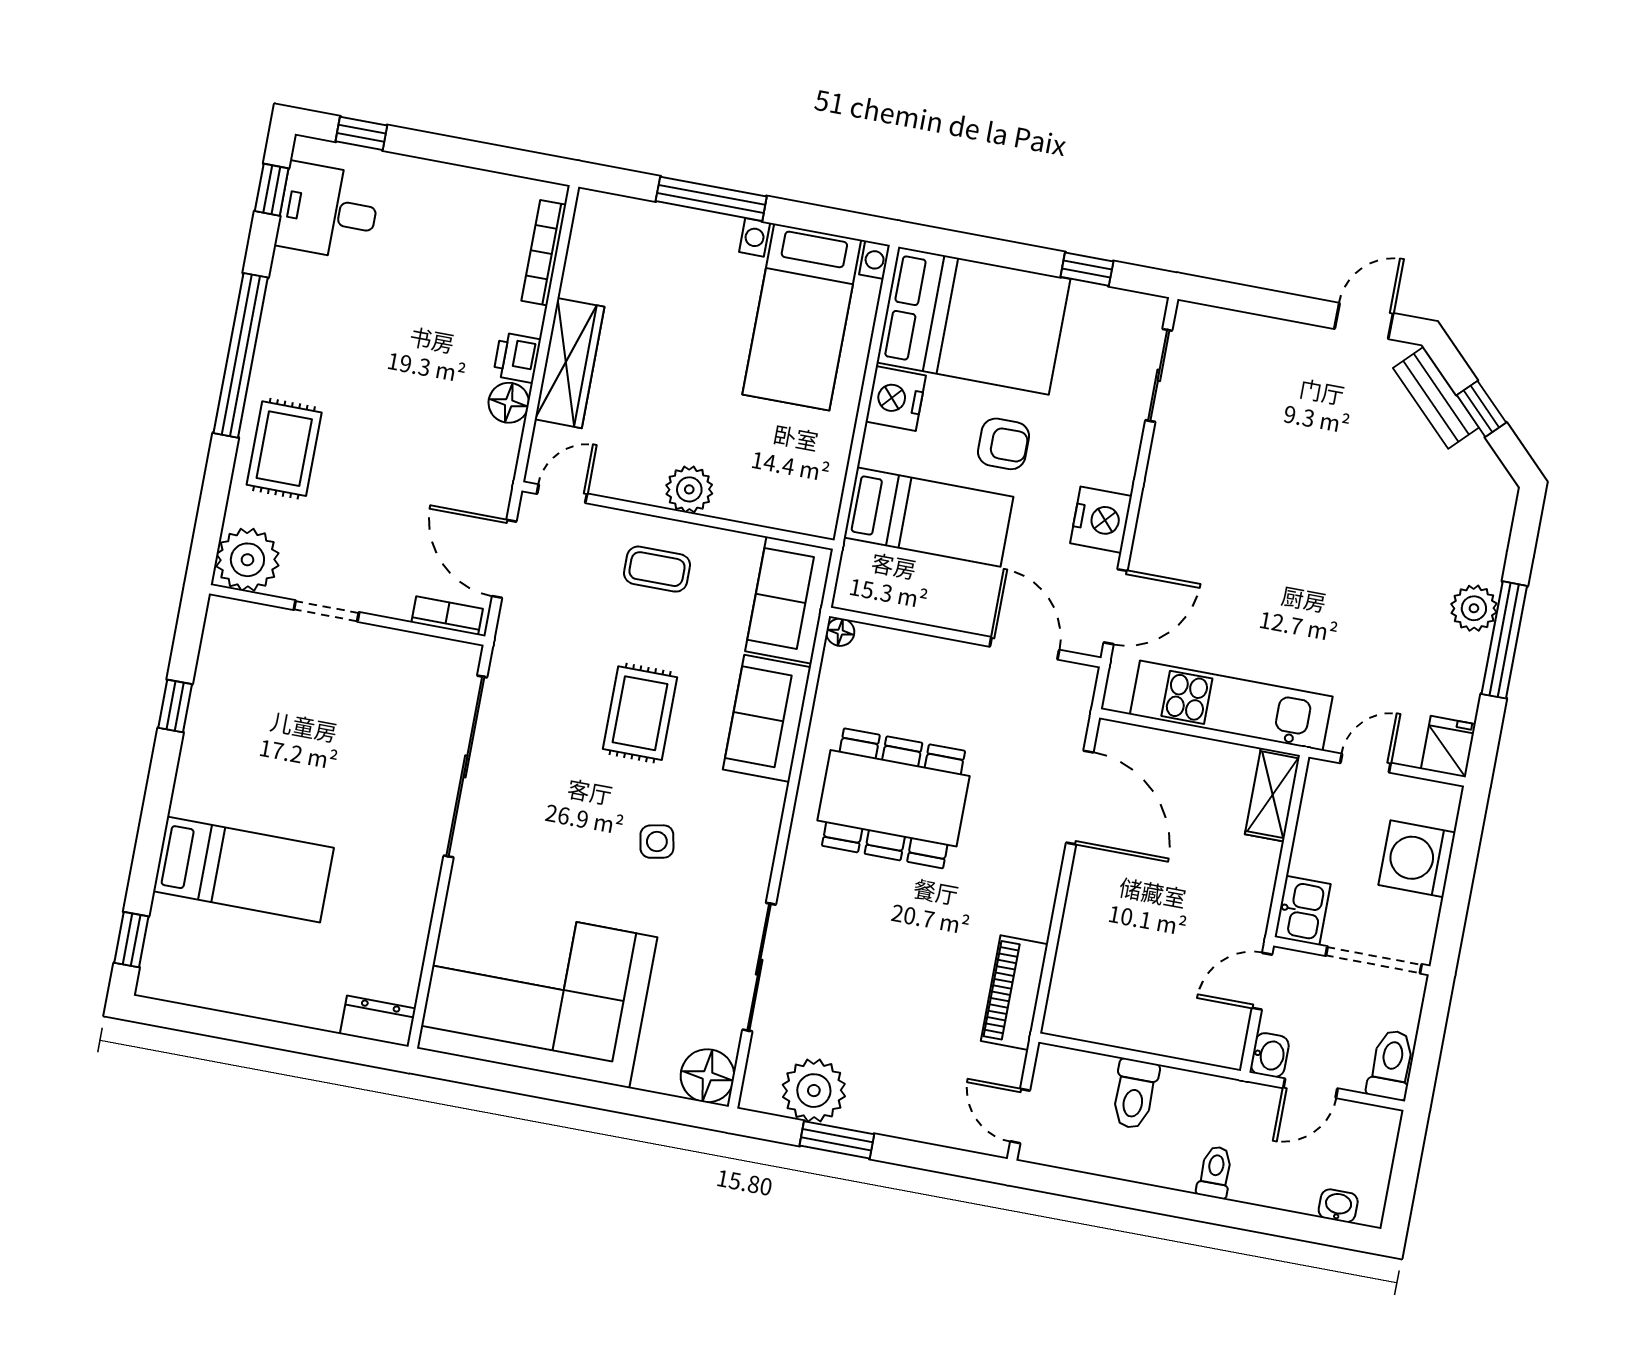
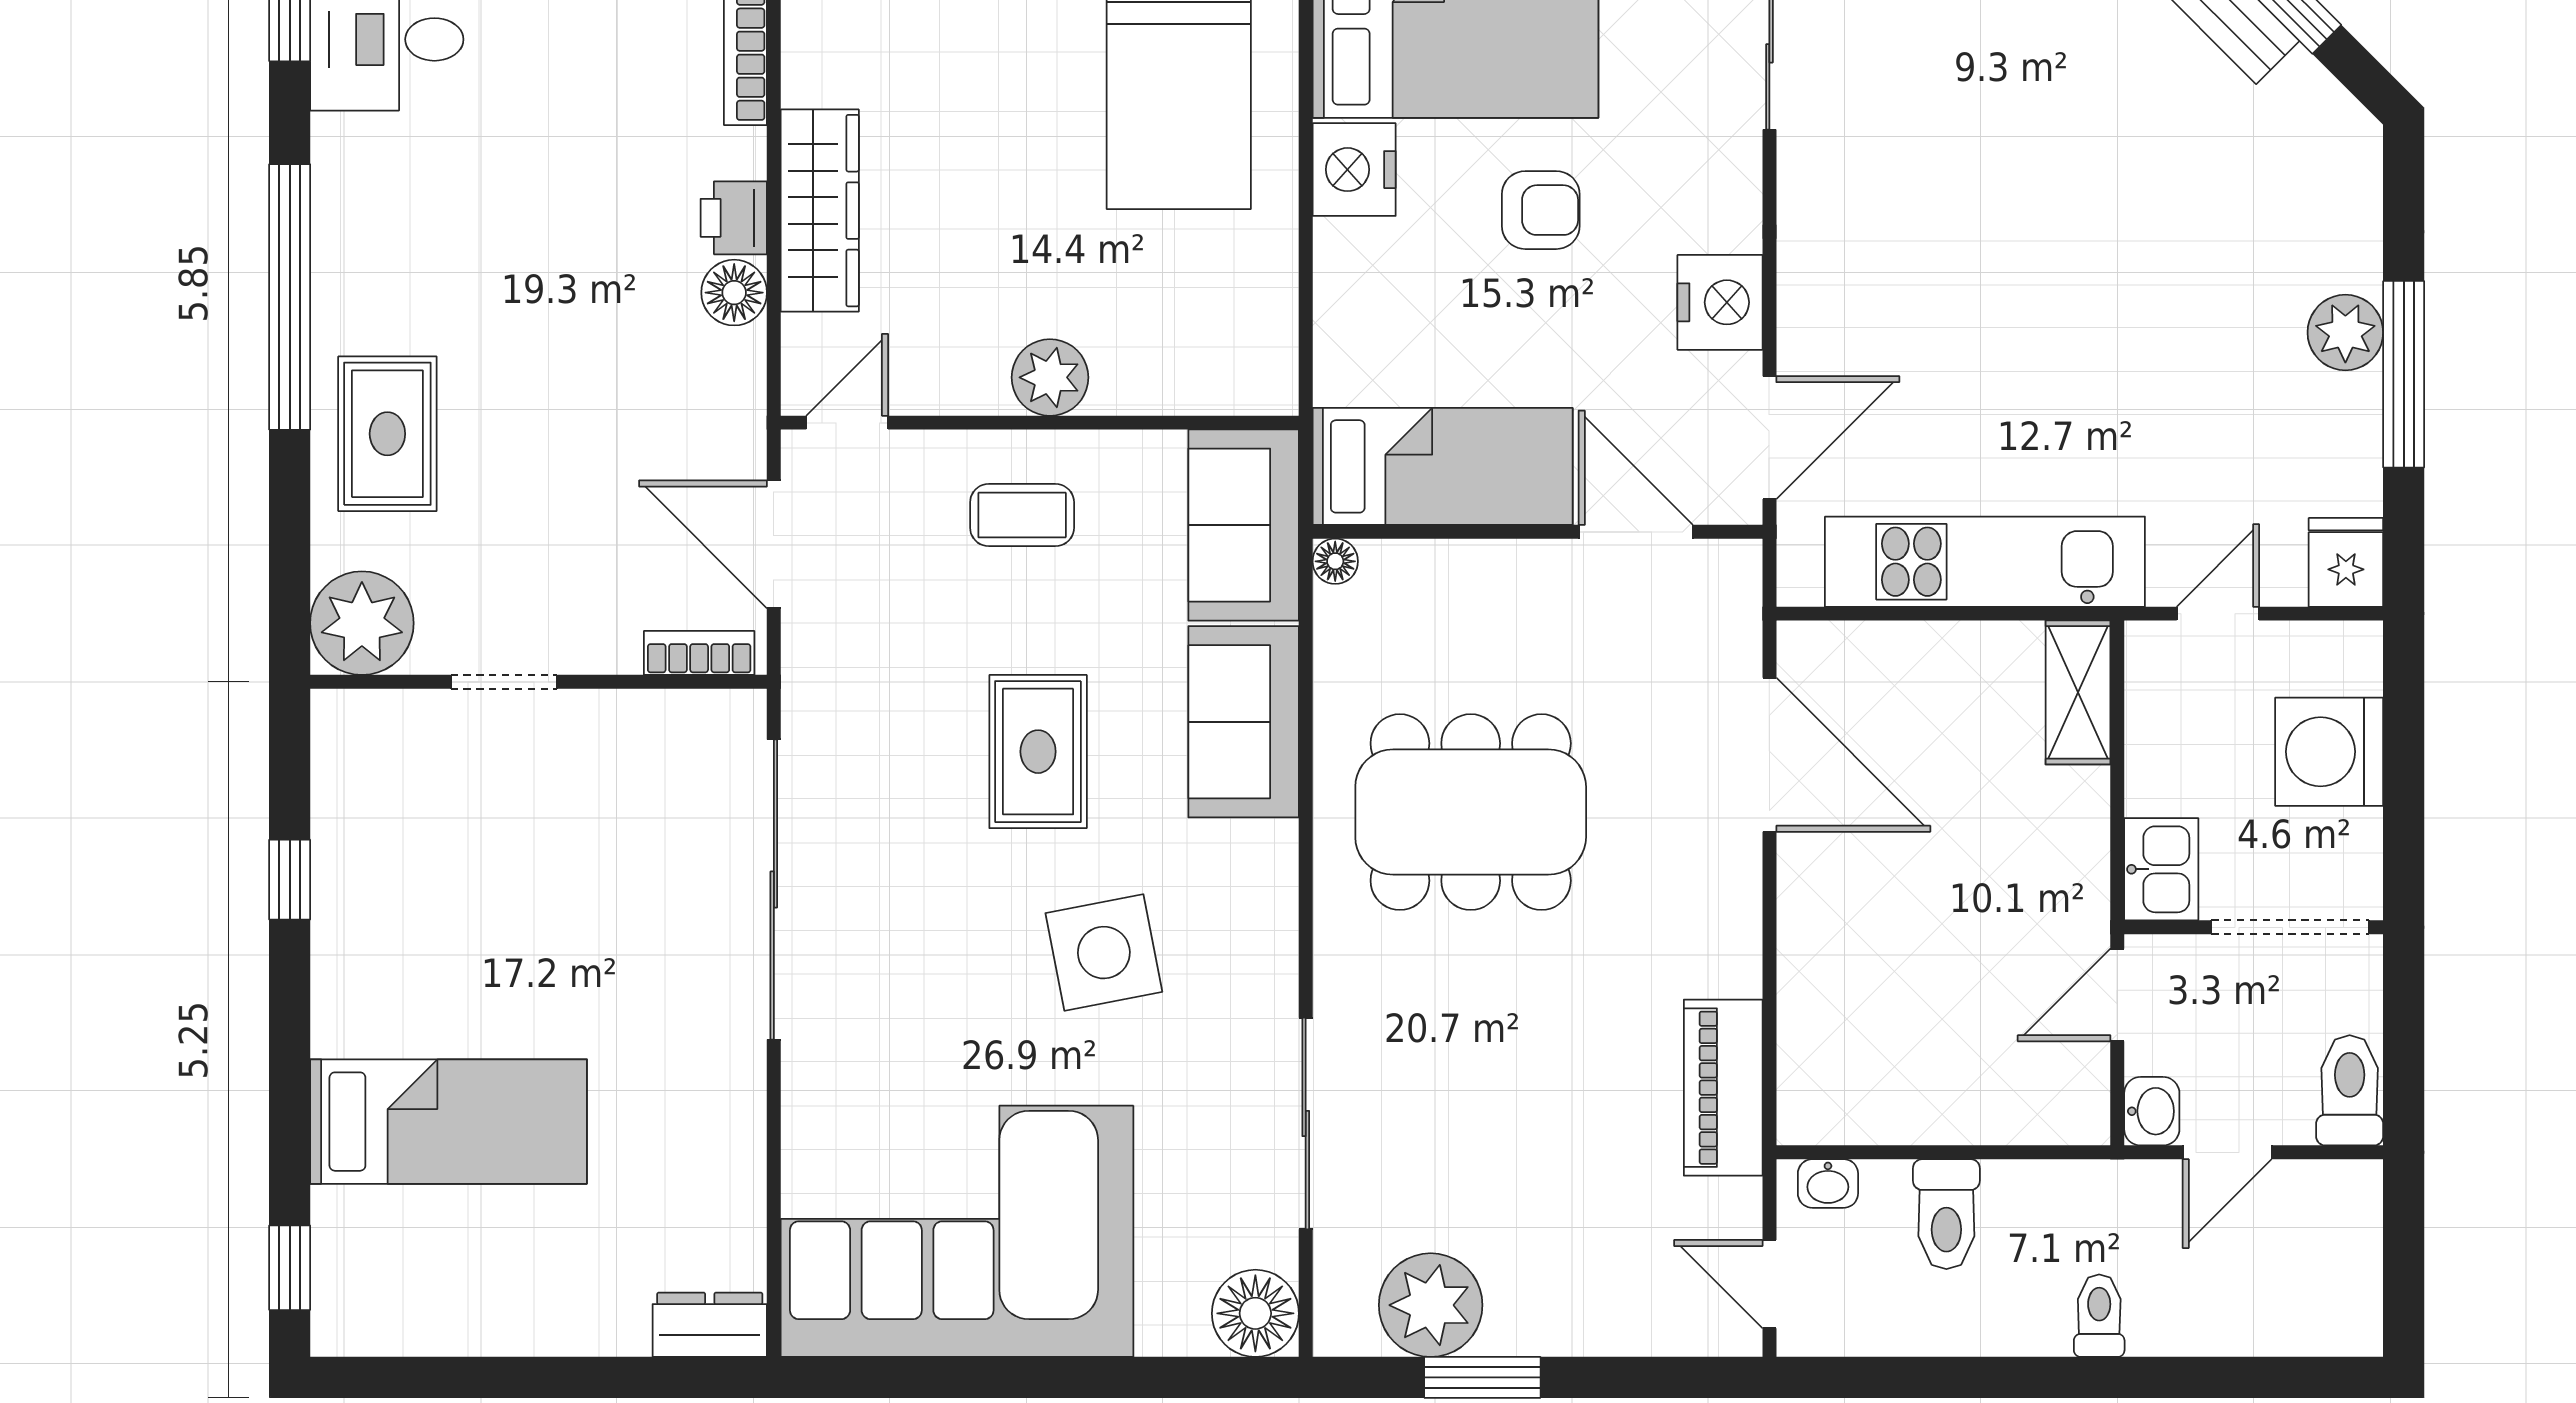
bed: (929, 517) -> (1443, 466), moved
side table: (657, 842) -> (1104, 953), width x1.87, depth x1.87
washbasin: (1338, 1206) -> (1828, 1183), moved, turned 180

